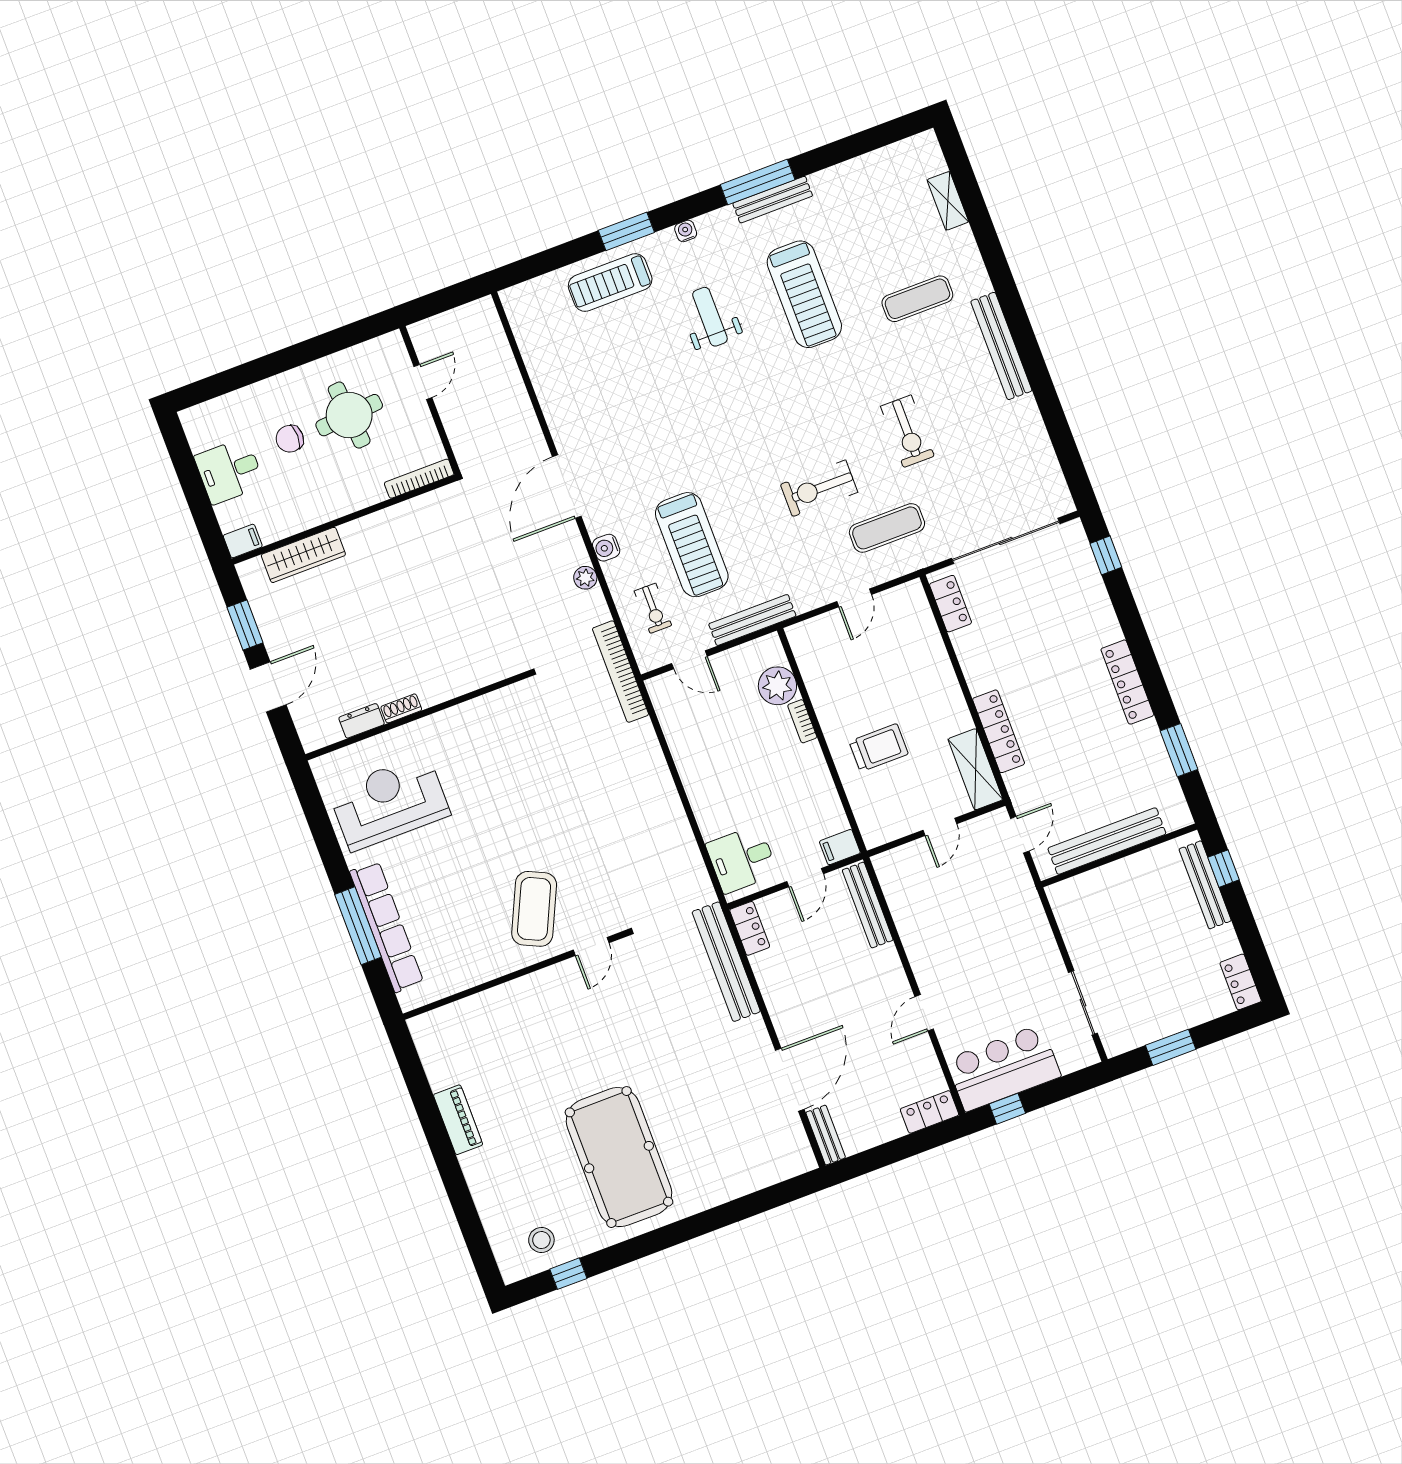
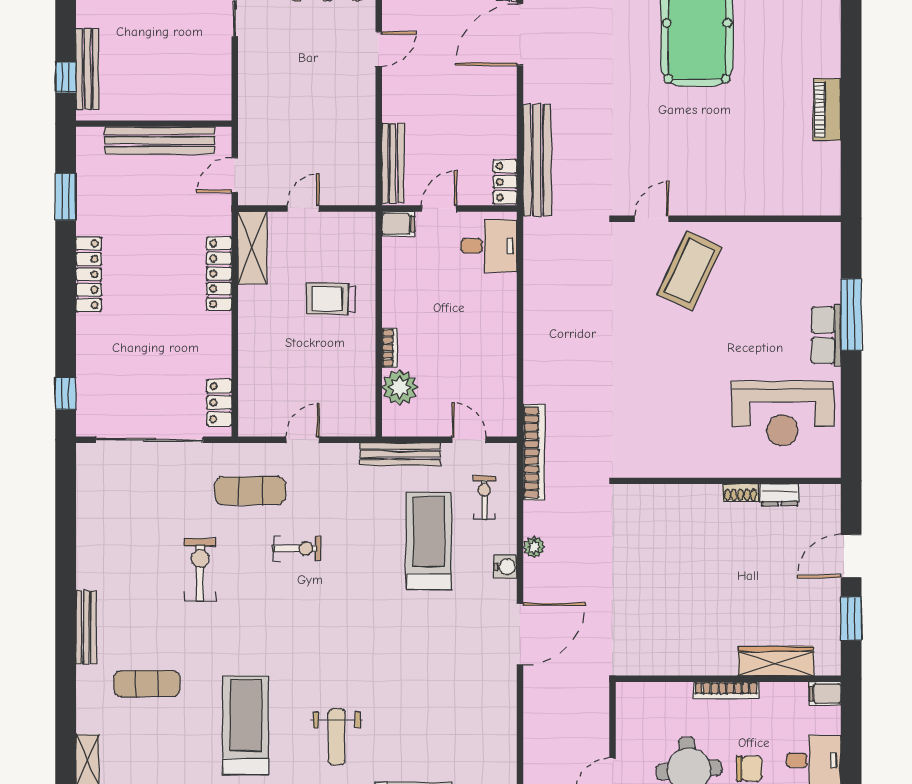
bench: (1001, 346) -> (86, 627), width x0.73, depth x0.82
bookcase: (419, 479) -> (726, 690), moved
exercise bike: (819, 488) -> (297, 549), width x0.73, depth x0.72
row of seats: (387, 927) -> (826, 335), width x0.50

